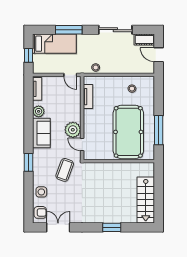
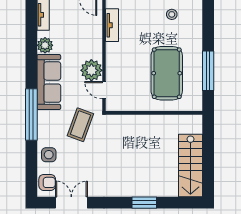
pool table: (128, 132) -> (167, 73), width x0.73, depth x0.76
sofa: (41, 133) -> (49, 82), width x1.36
window: (29, 162) -> (31, 115), width x2.11

